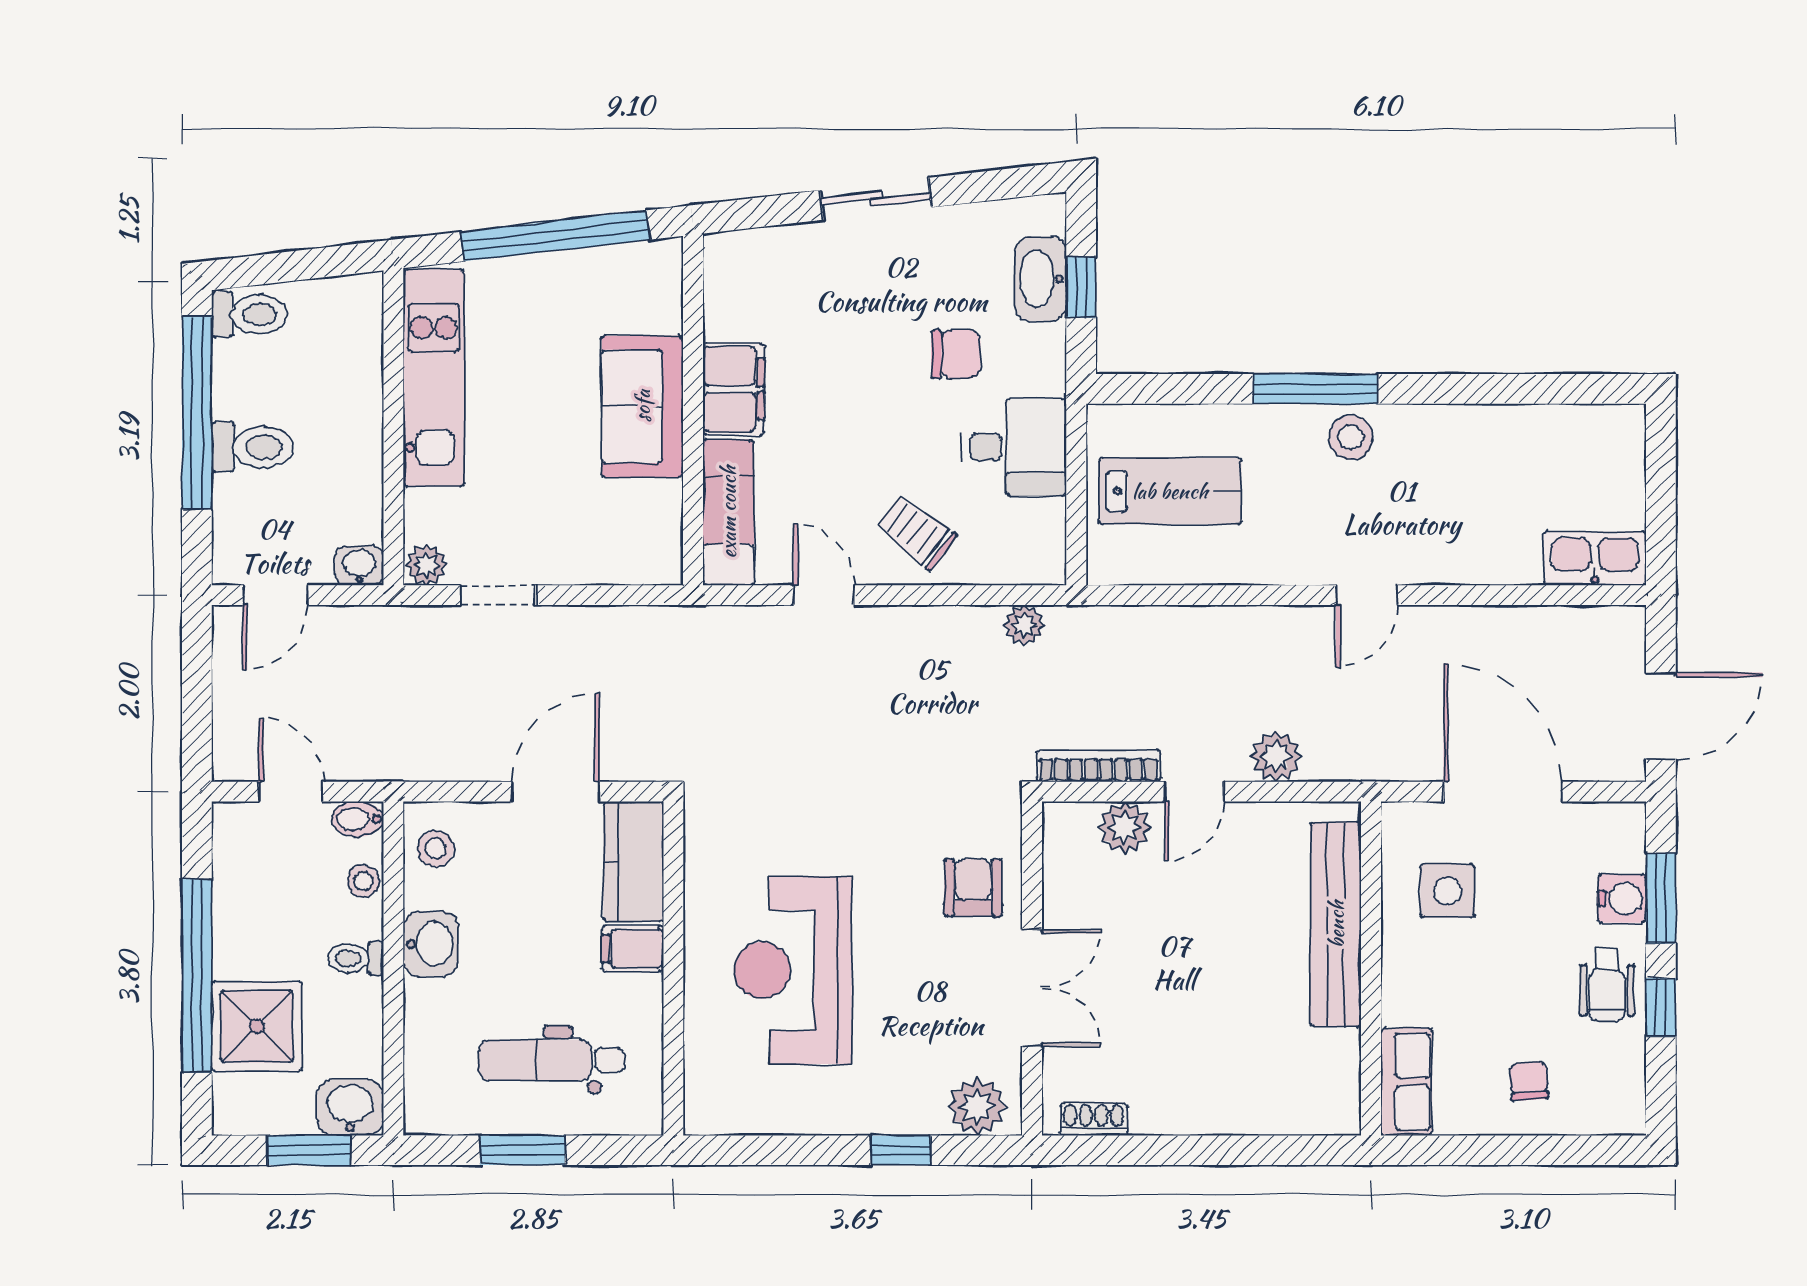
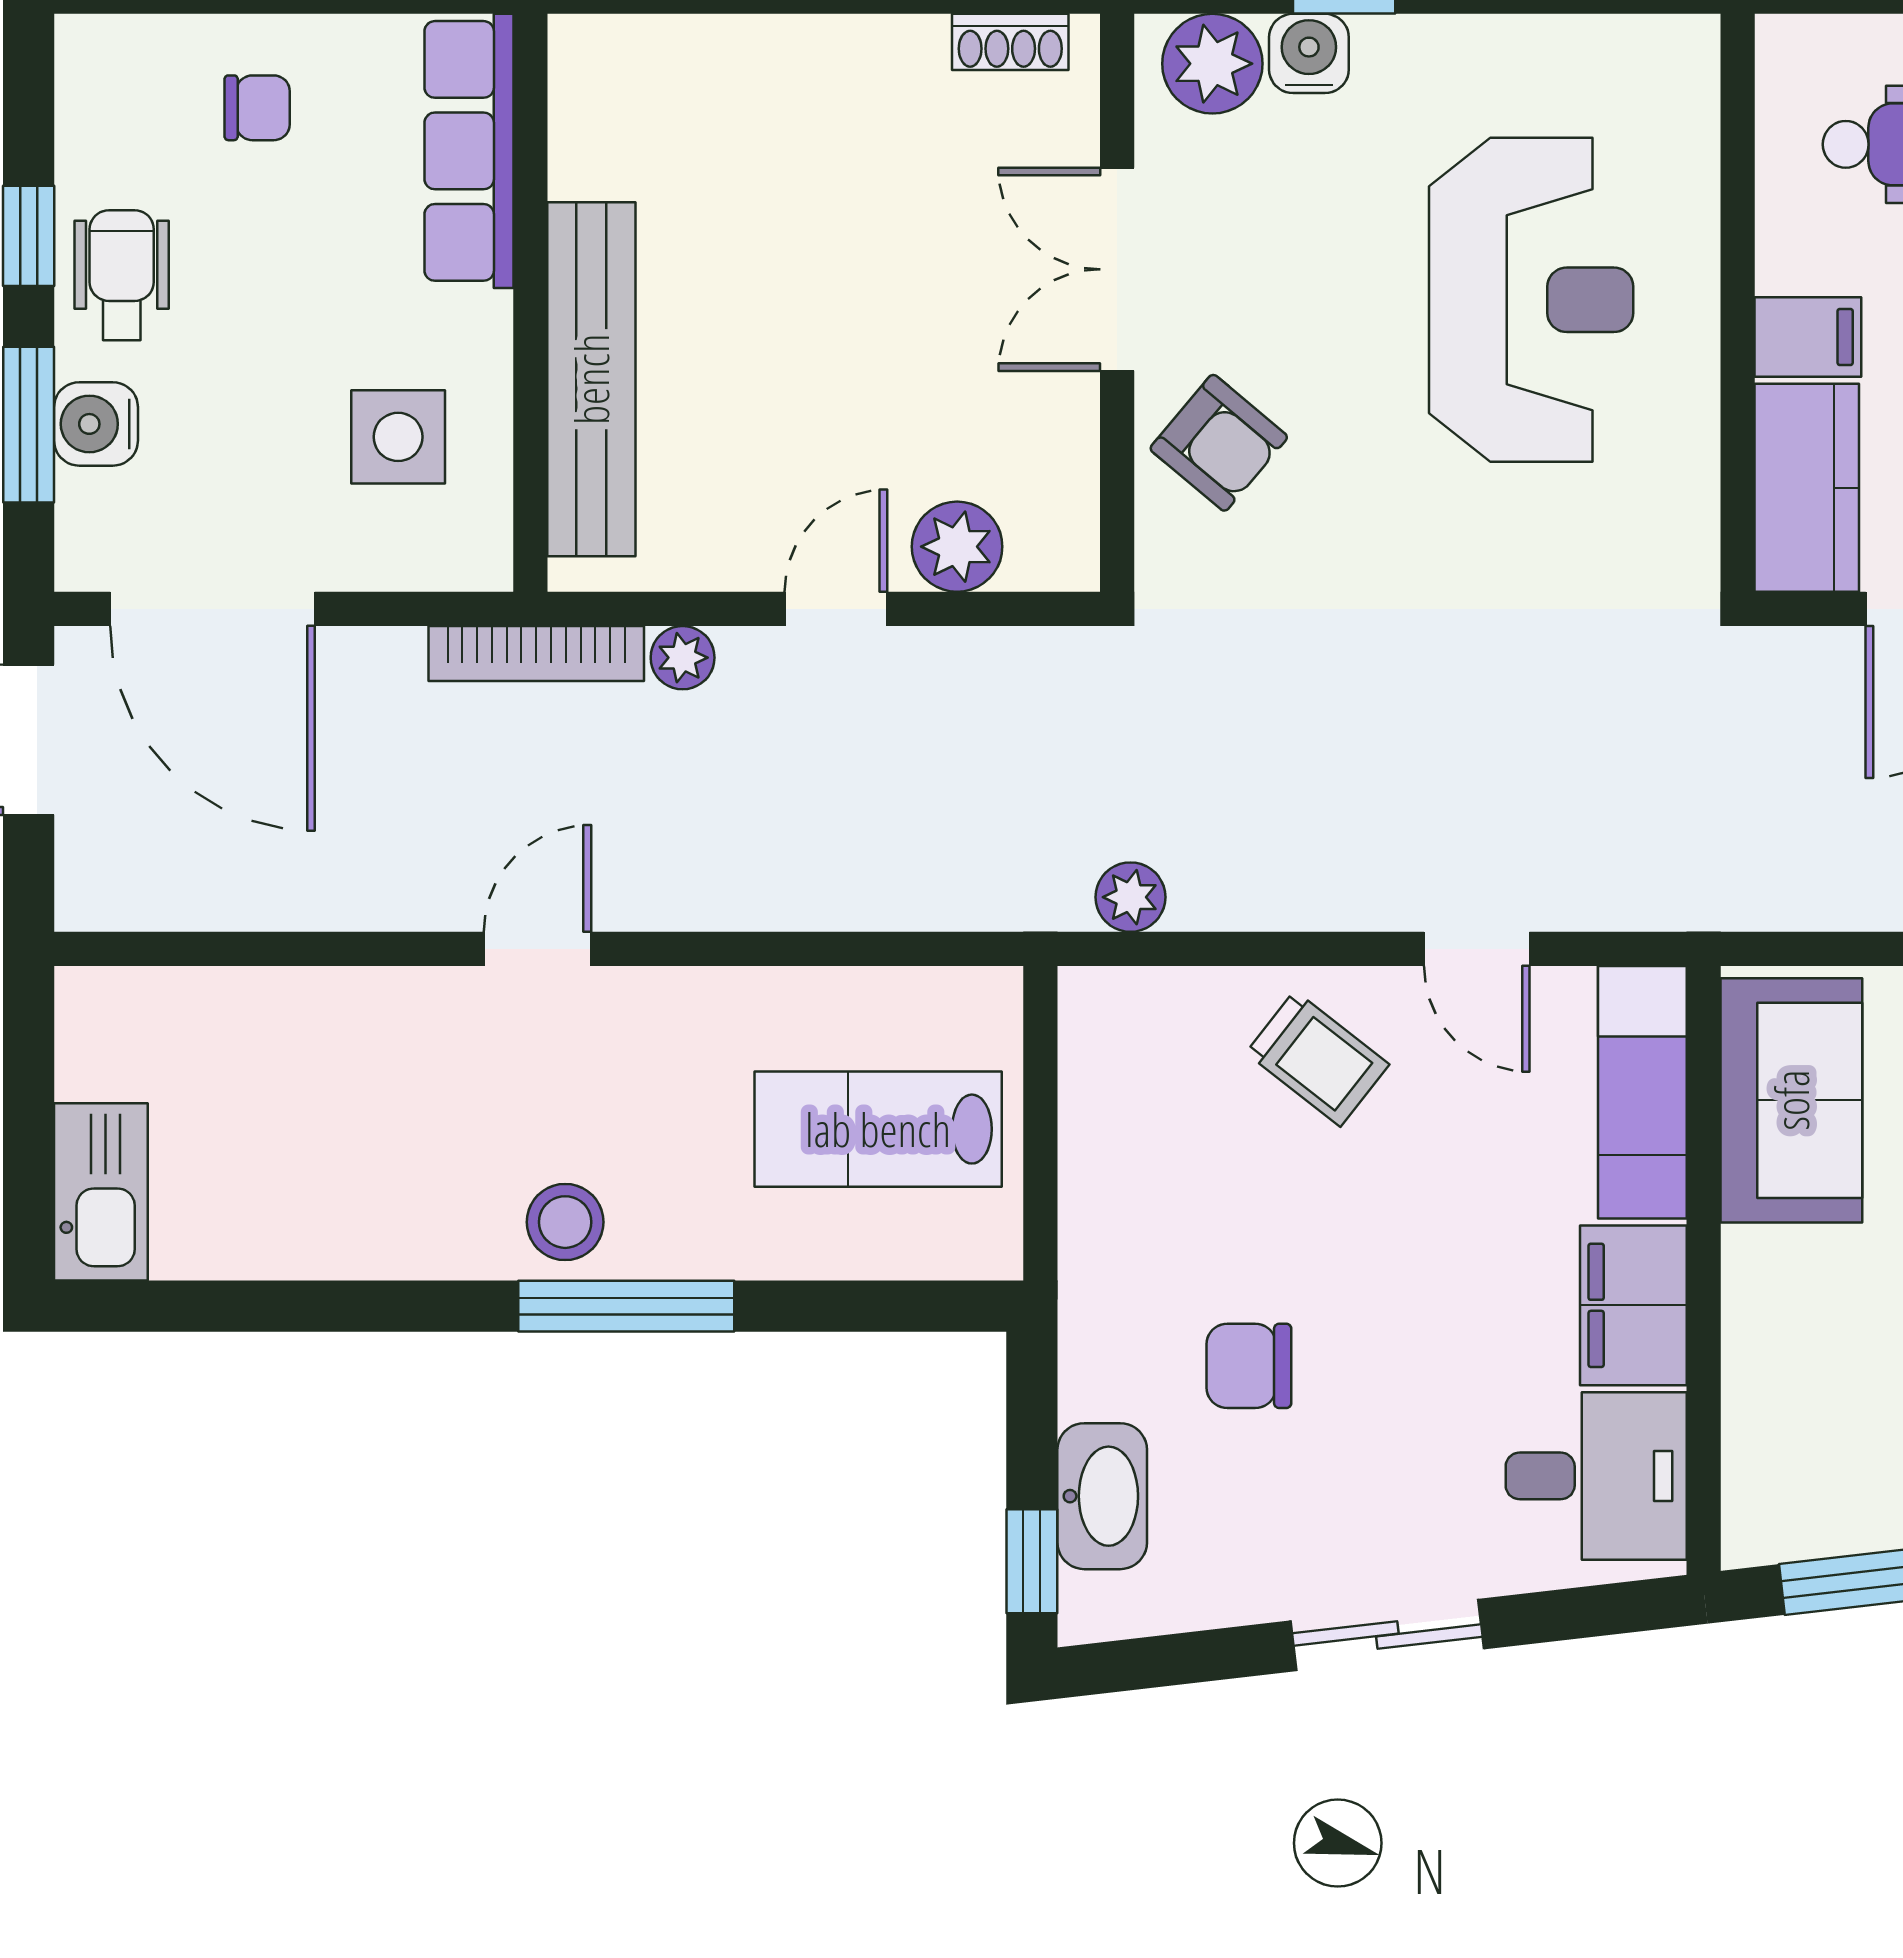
window: (1081, 287) -> (1032, 1561), moved
sofa: (642, 406) -> (1791, 1100), moved
desk: (1014, 447) -> (1596, 1476), moved, turned 180
kitchen sink: (1595, 558) -> (101, 1192), moved, turned -90
plant: (1276, 757) -> (683, 658), width x0.73, depth x0.73
bookcase: (1098, 766) -> (536, 653), moved
door: (1503, 792) -> (212, 609), moved
armchair: (973, 888) -> (1219, 443), turned -50
chair: (1529, 1081) -> (257, 108), turned -86
row of seats: (1406, 1082) -> (469, 151), width x1.48
water cooler: (921, 1113) -> (1309, 53), added

